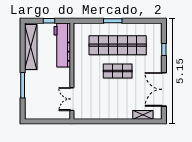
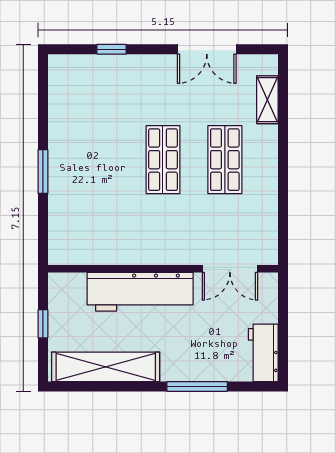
workbench: (62, 45) -> (140, 292), moved
shop shelf: (118, 45) -> (225, 160), moved, width x0.50, depth x0.74
double door: (164, 89) -> (207, 49), width x0.73
workbench: (37, 113) -> (263, 353), added

